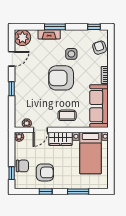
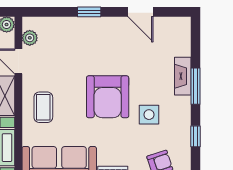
window: (94, 27) -> (196, 136), moved
plant: (22, 38) -> (177, 30), removed
armchair: (61, 78) -> (108, 97), turned 180

